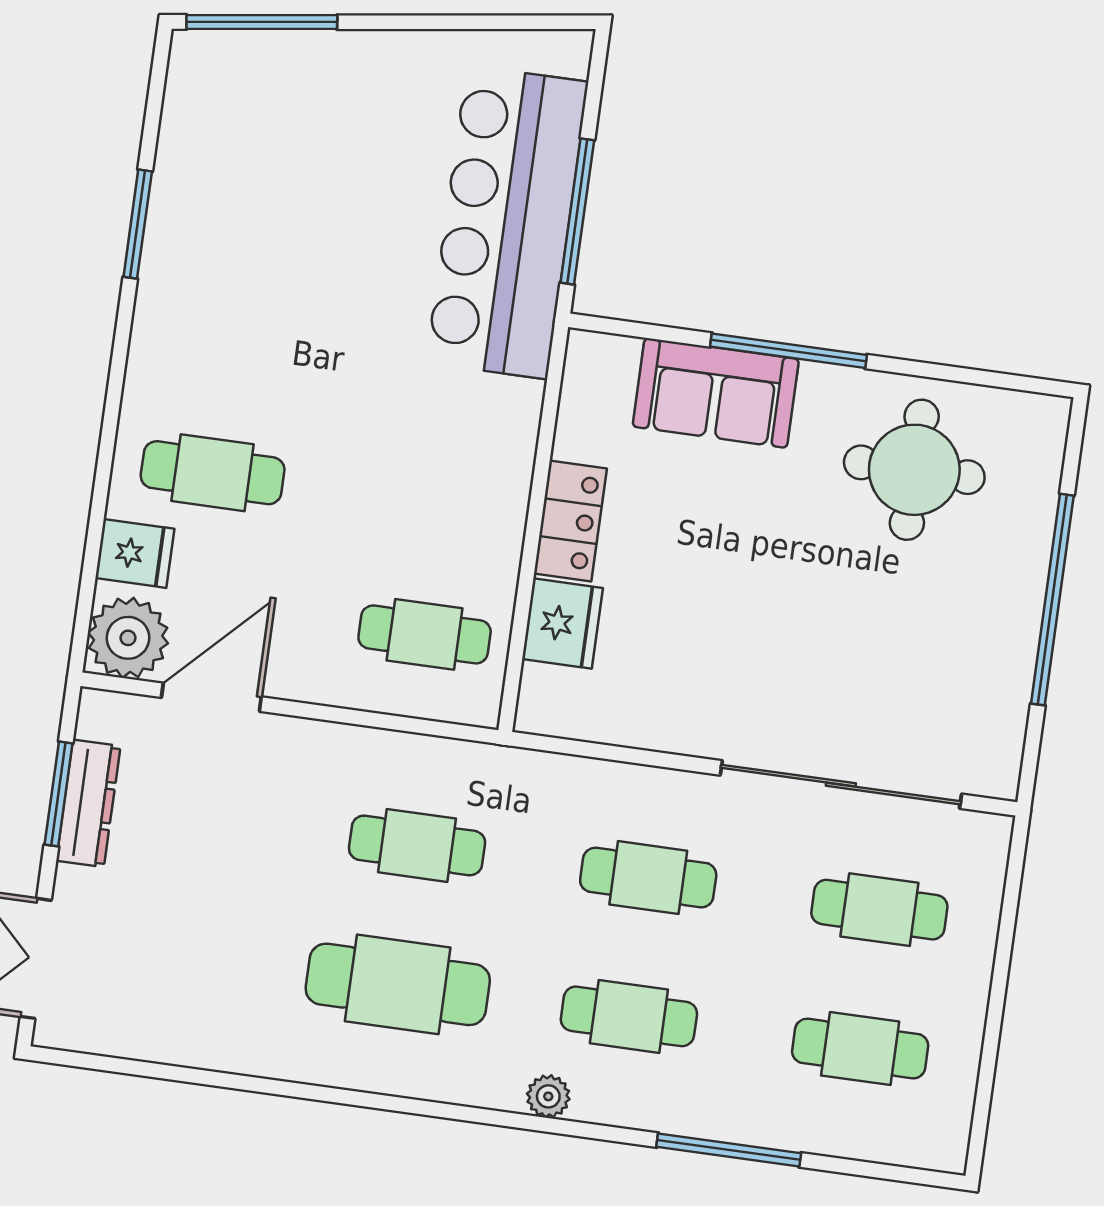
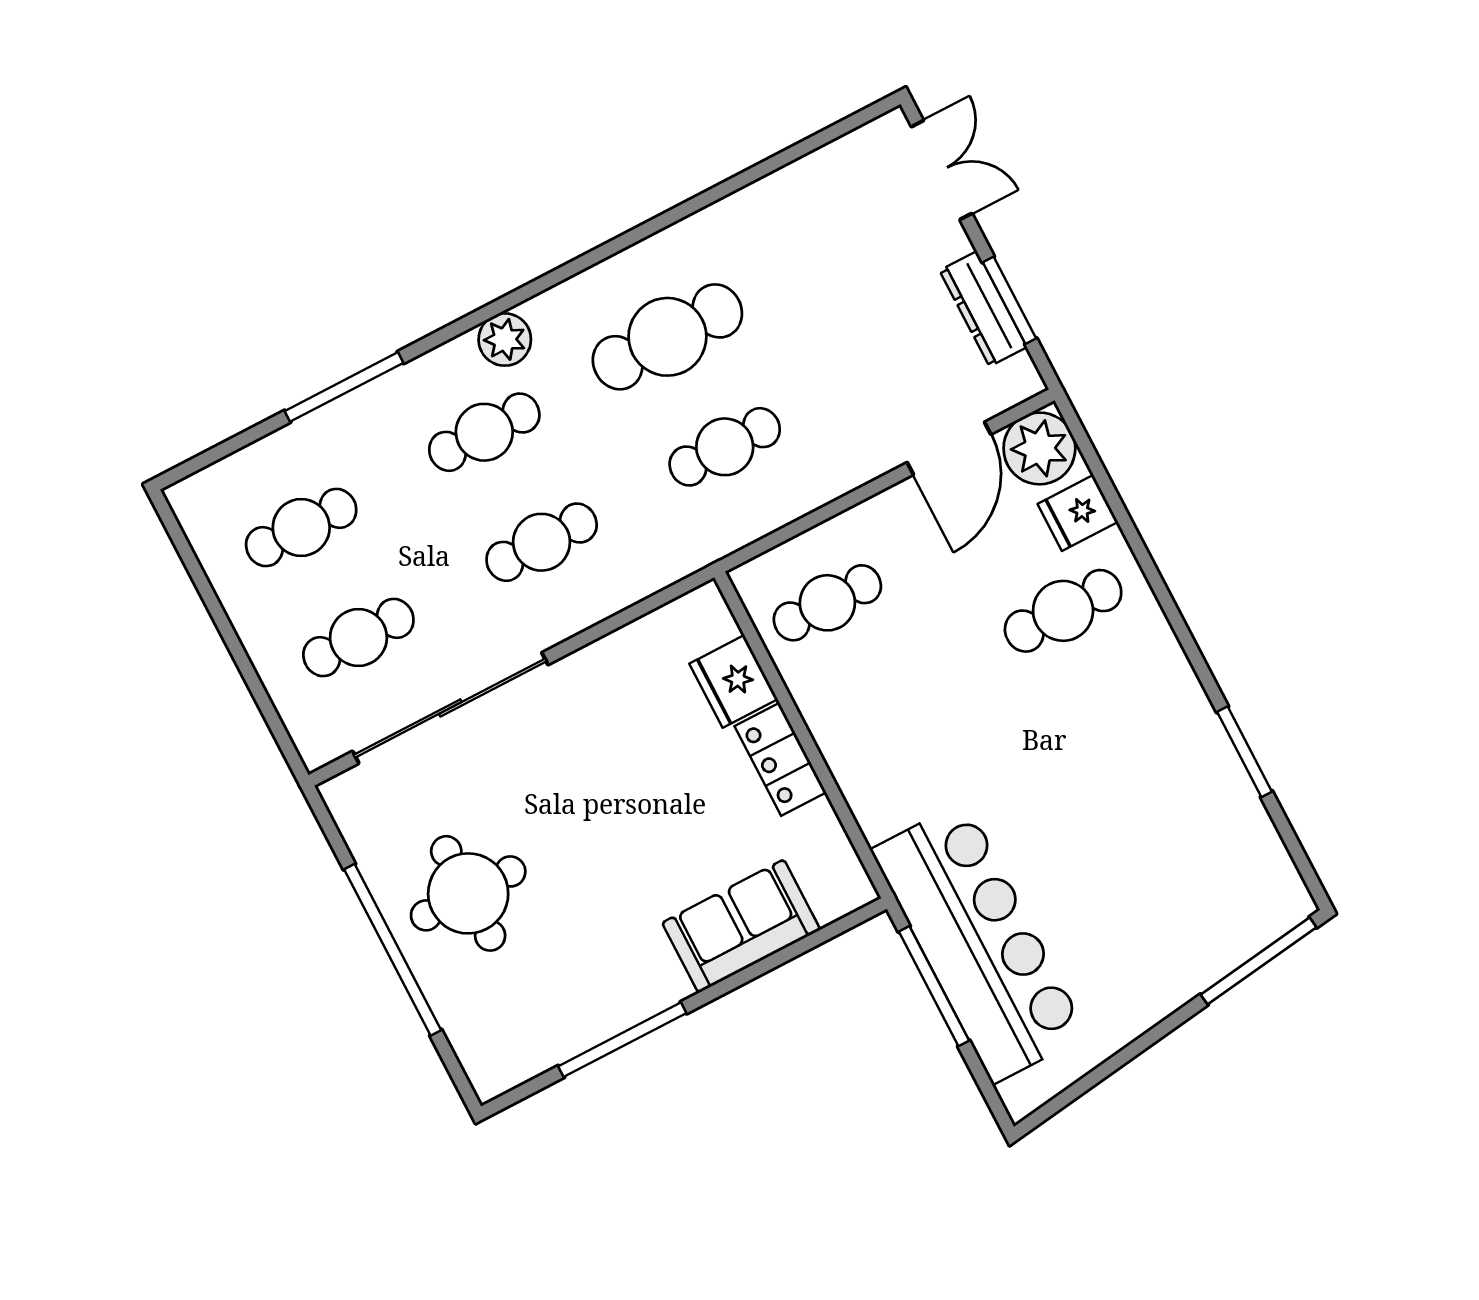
window: (788, 351) -> (622, 1040), moved
round table: (914, 470) -> (468, 893), moved
plant: (548, 1096) -> (505, 340), width x1.38, depth x1.38

